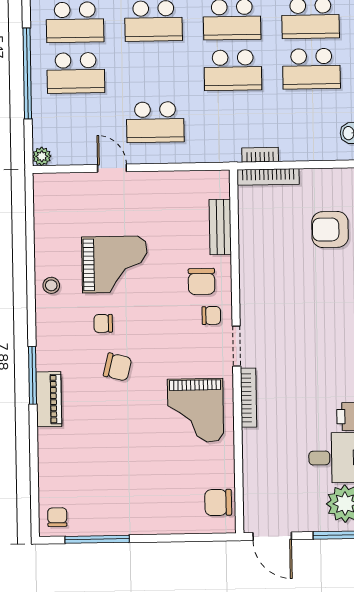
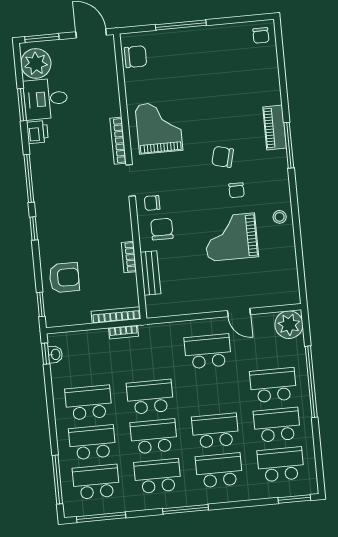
plant: (42, 156) -> (289, 325), width x1.87, depth x1.87
bookcase: (246, 249) -> (129, 257), added
chair: (103, 323) -> (237, 190), turned 90
window: (97, 539) -> (181, 25), moved

